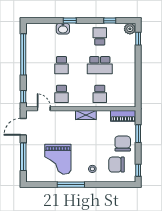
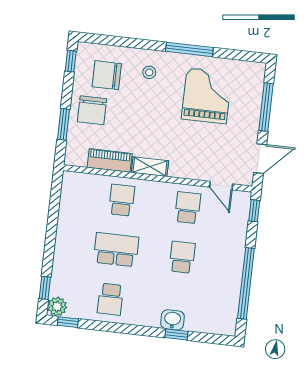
window: (70, 21) -> (176, 334), moved
window: (110, 21) -> (68, 322), moved
piano: (123, 116) -> (110, 160), moved
chair: (117, 165) -> (107, 75), turned 180

